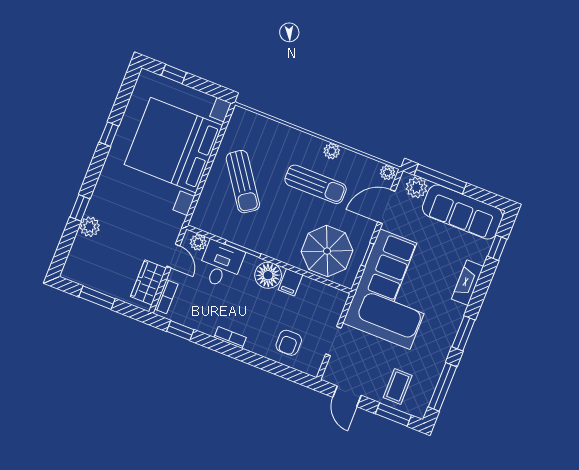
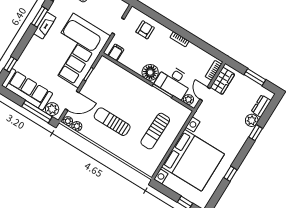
plant: (332, 151) -> (77, 126), moved
sun lounger: (243, 182) -> (155, 131), turned -144
parasol: (327, 251) -> (112, 81), removed
dresser: (78, 253) -> (261, 106), added
desk: (221, 264) -> (174, 82), width x1.37
filing cabinet: (290, 282) -> (116, 52), moved
fireplace: (468, 283) -> (45, 25), moved
window: (180, 330) -> (209, 49), removed

